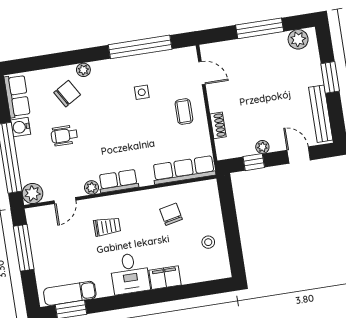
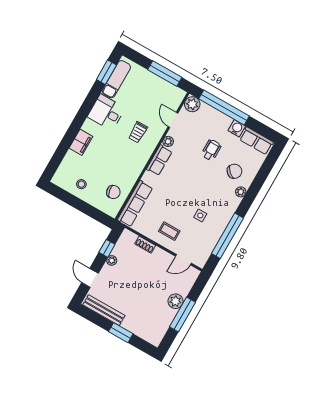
plant: (298, 39) -> (175, 301), moved
chair: (67, 94) -> (234, 171), turned -107
door: (299, 155) -> (90, 278), swing flipped
chair: (171, 214) -> (113, 192), moved
desk: (130, 273) -> (106, 112), moved

